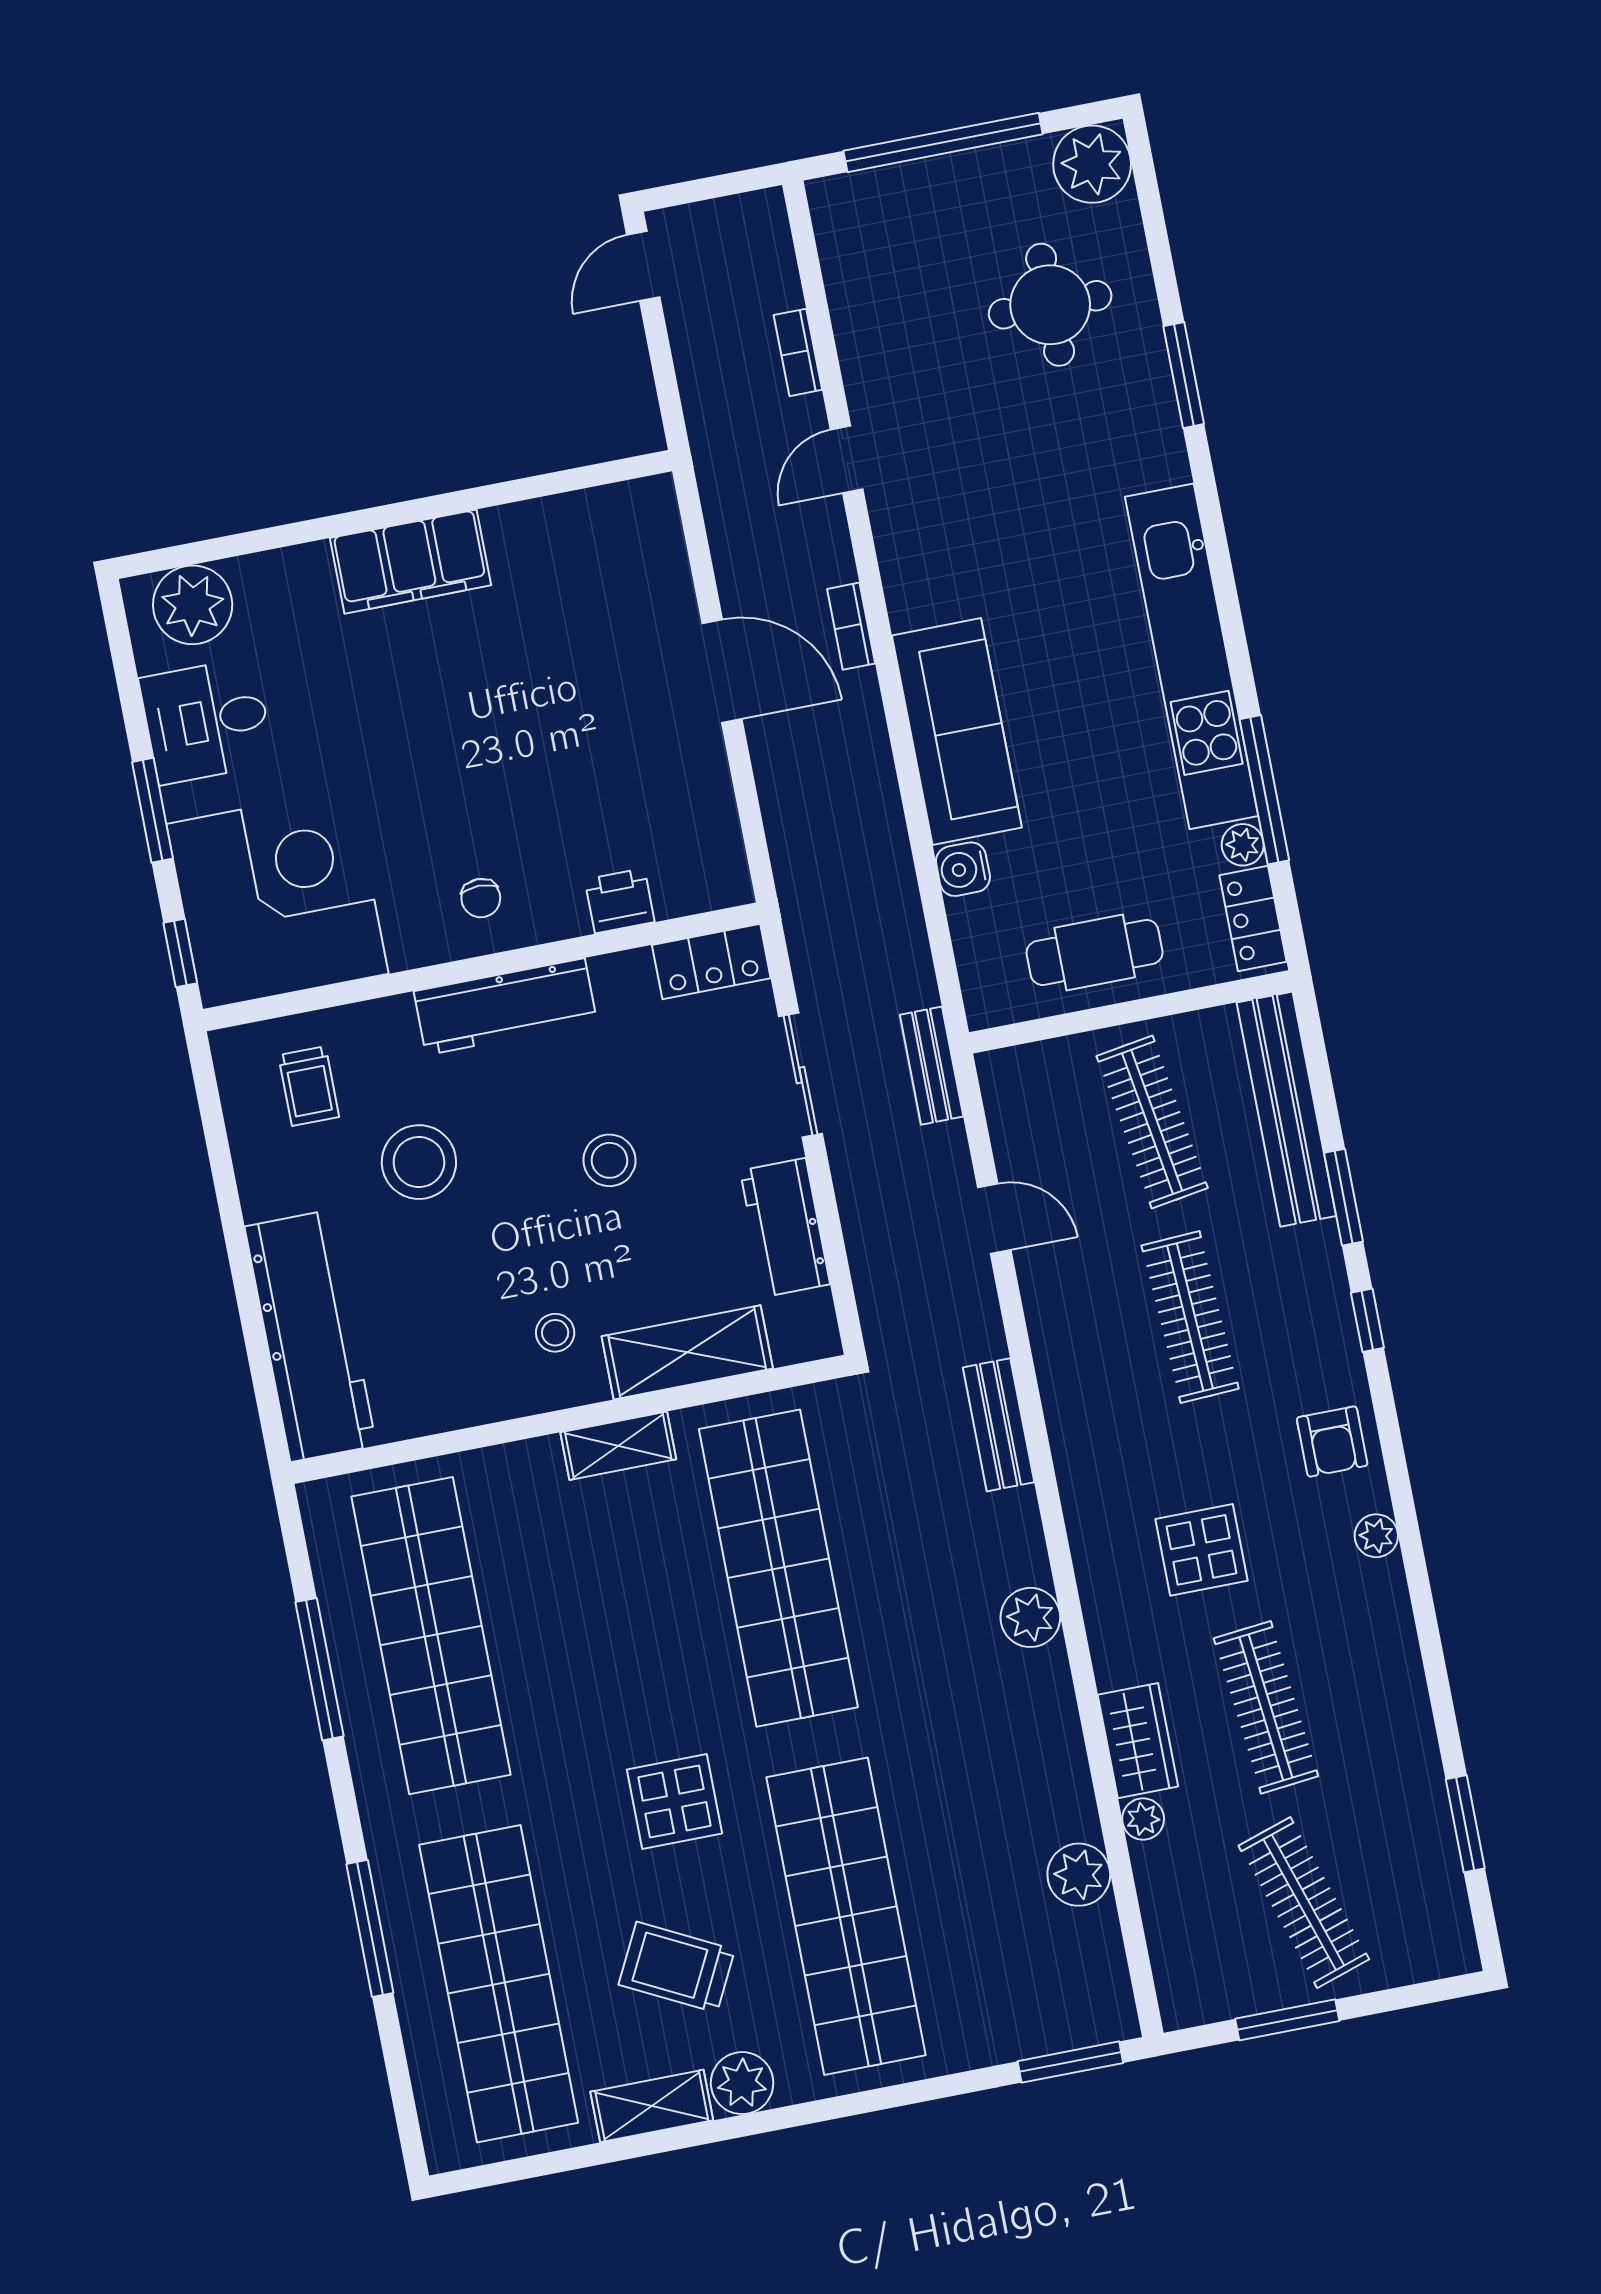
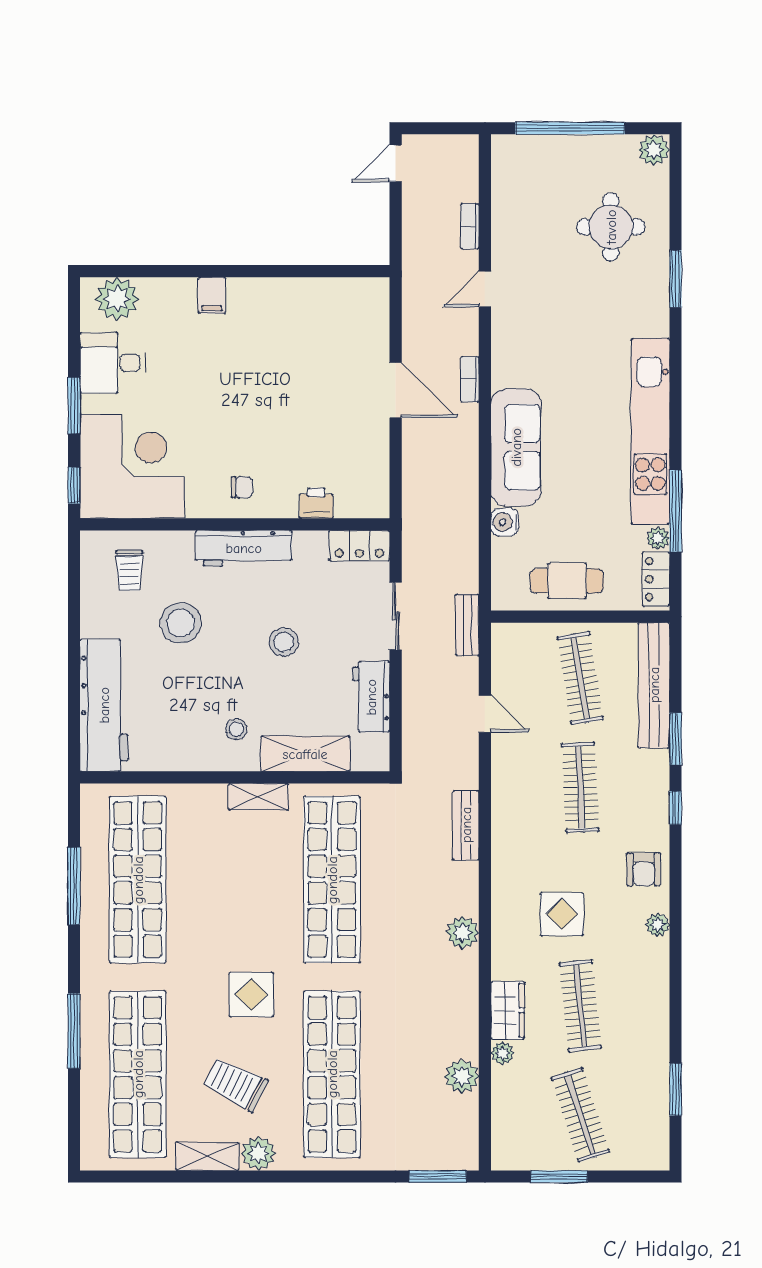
plant: (1092, 164) -> (654, 150), width x0.73, depth x0.73
filing cabinet: (410, 562) -> (212, 295), width x0.33, depth x0.86
chair: (481, 898) -> (242, 487), turned -90

